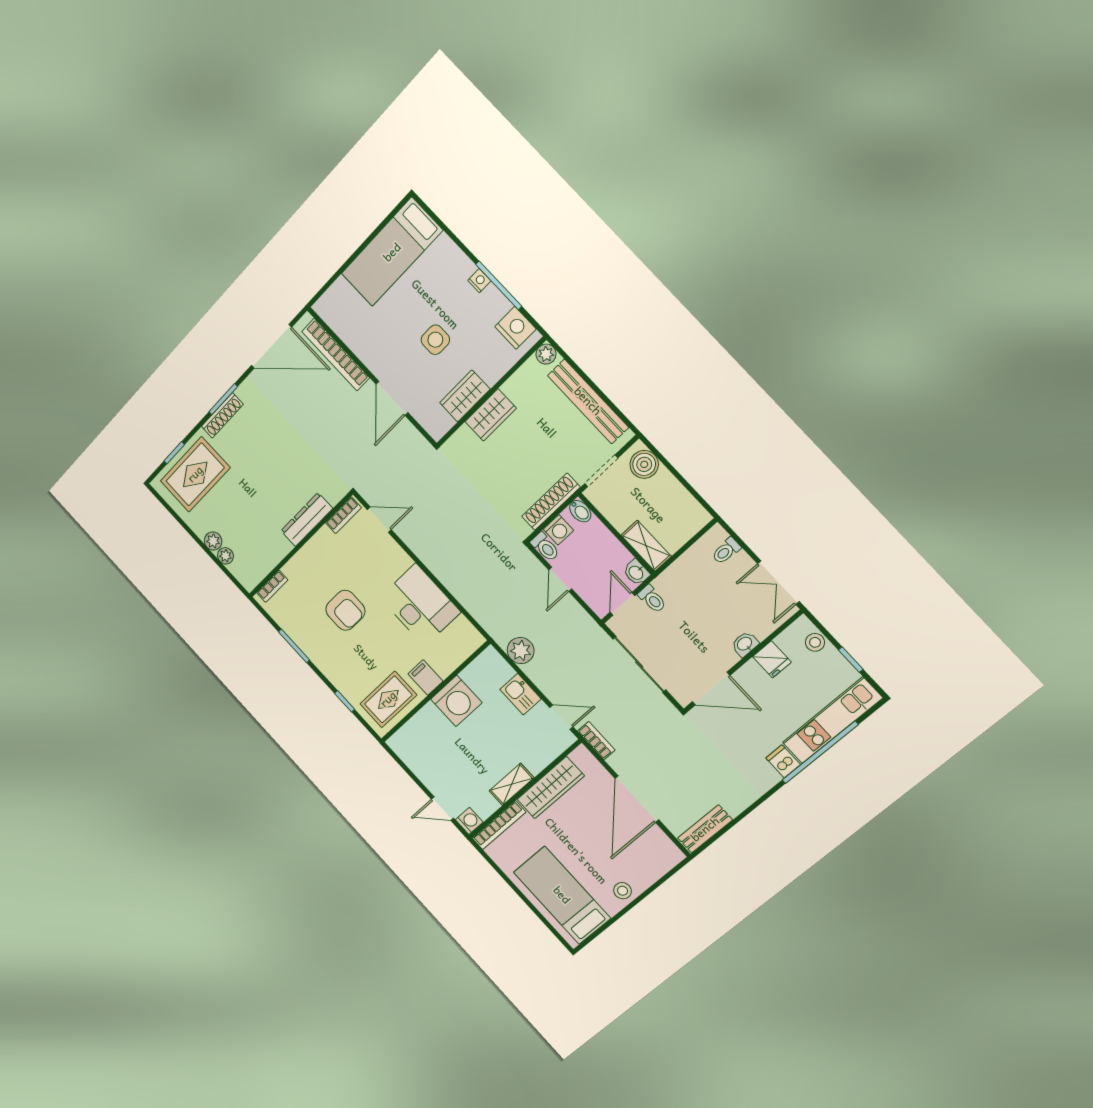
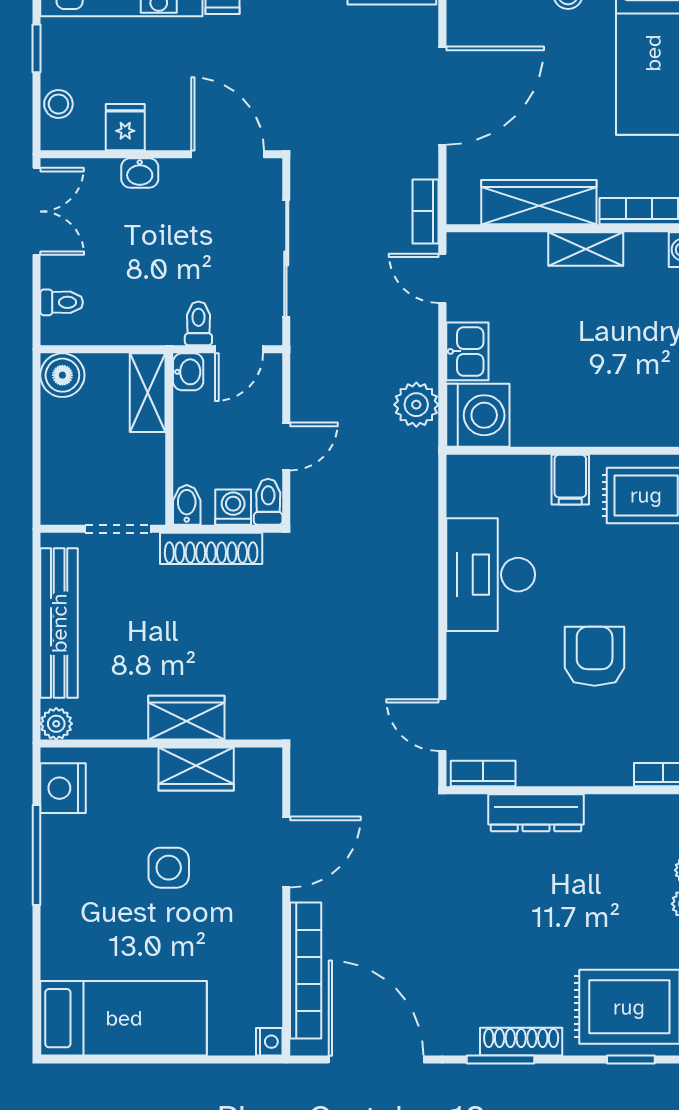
nightstand: (479, 281) -> (269, 1042), moved, turned 180
boiler: (644, 464) -> (62, 375), moved
washing machine: (456, 701) -> (478, 415), moved, turned 90

